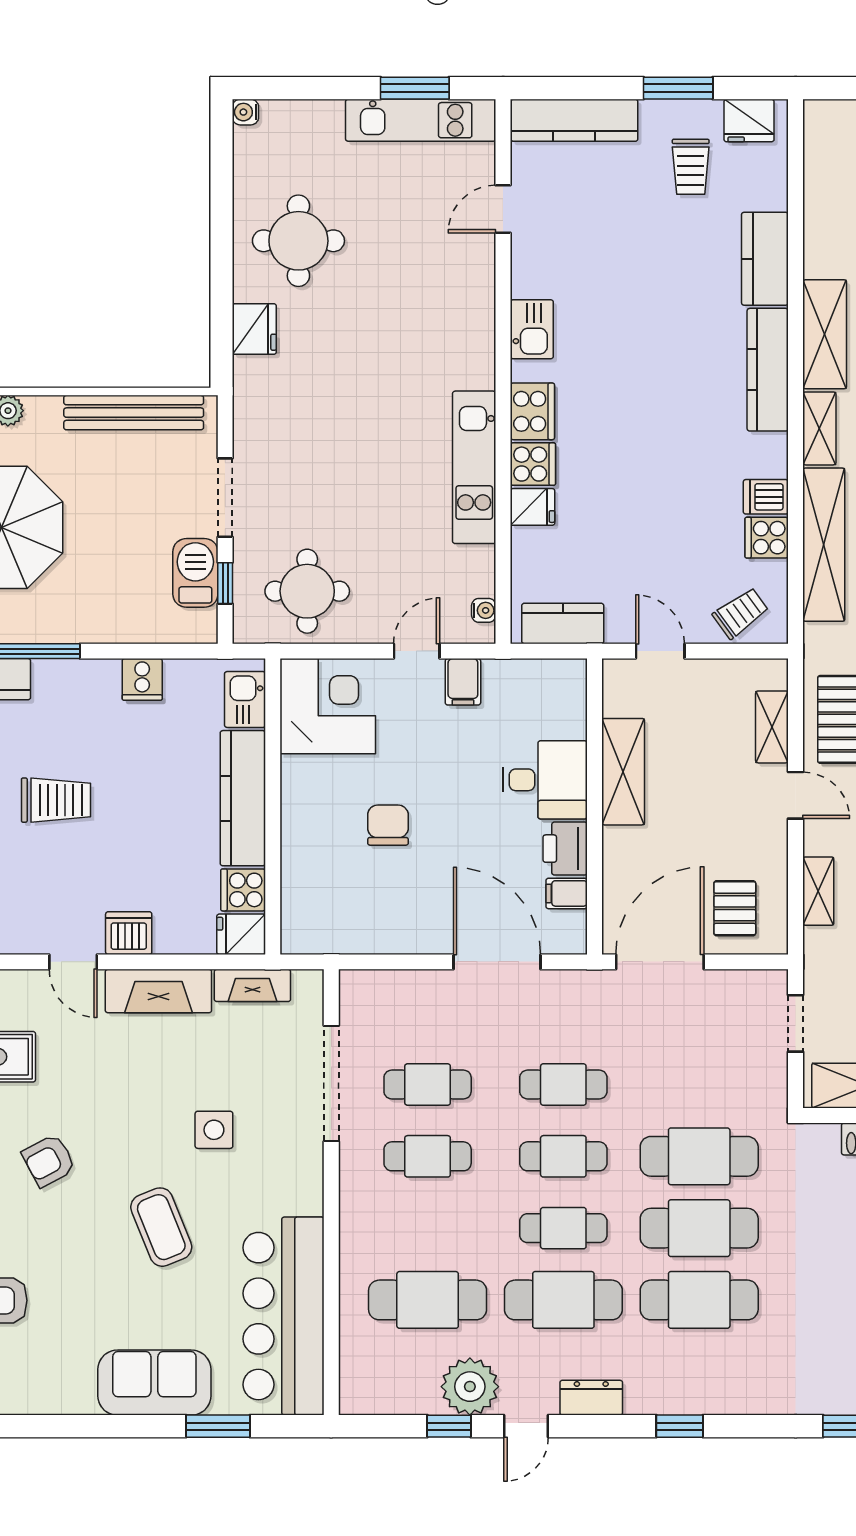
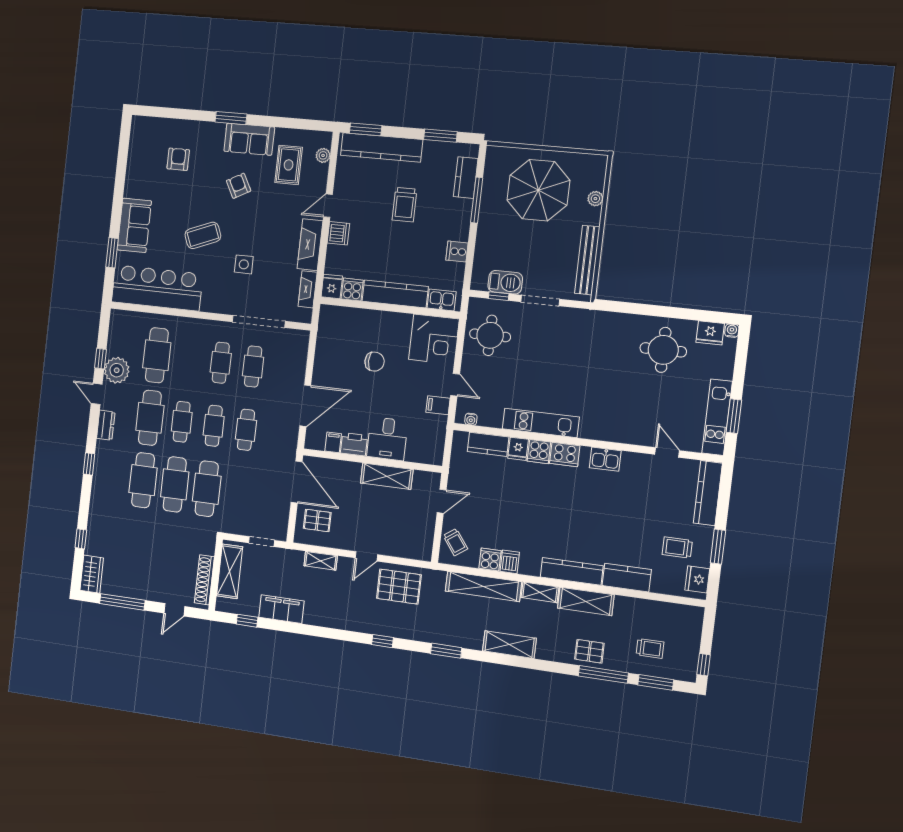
fridge: (254, 329) -> (710, 333), moved
kitchen counter: (563, 623) -> (488, 444), moved, turned 90
shelving: (772, 727) -> (400, 550), removed

